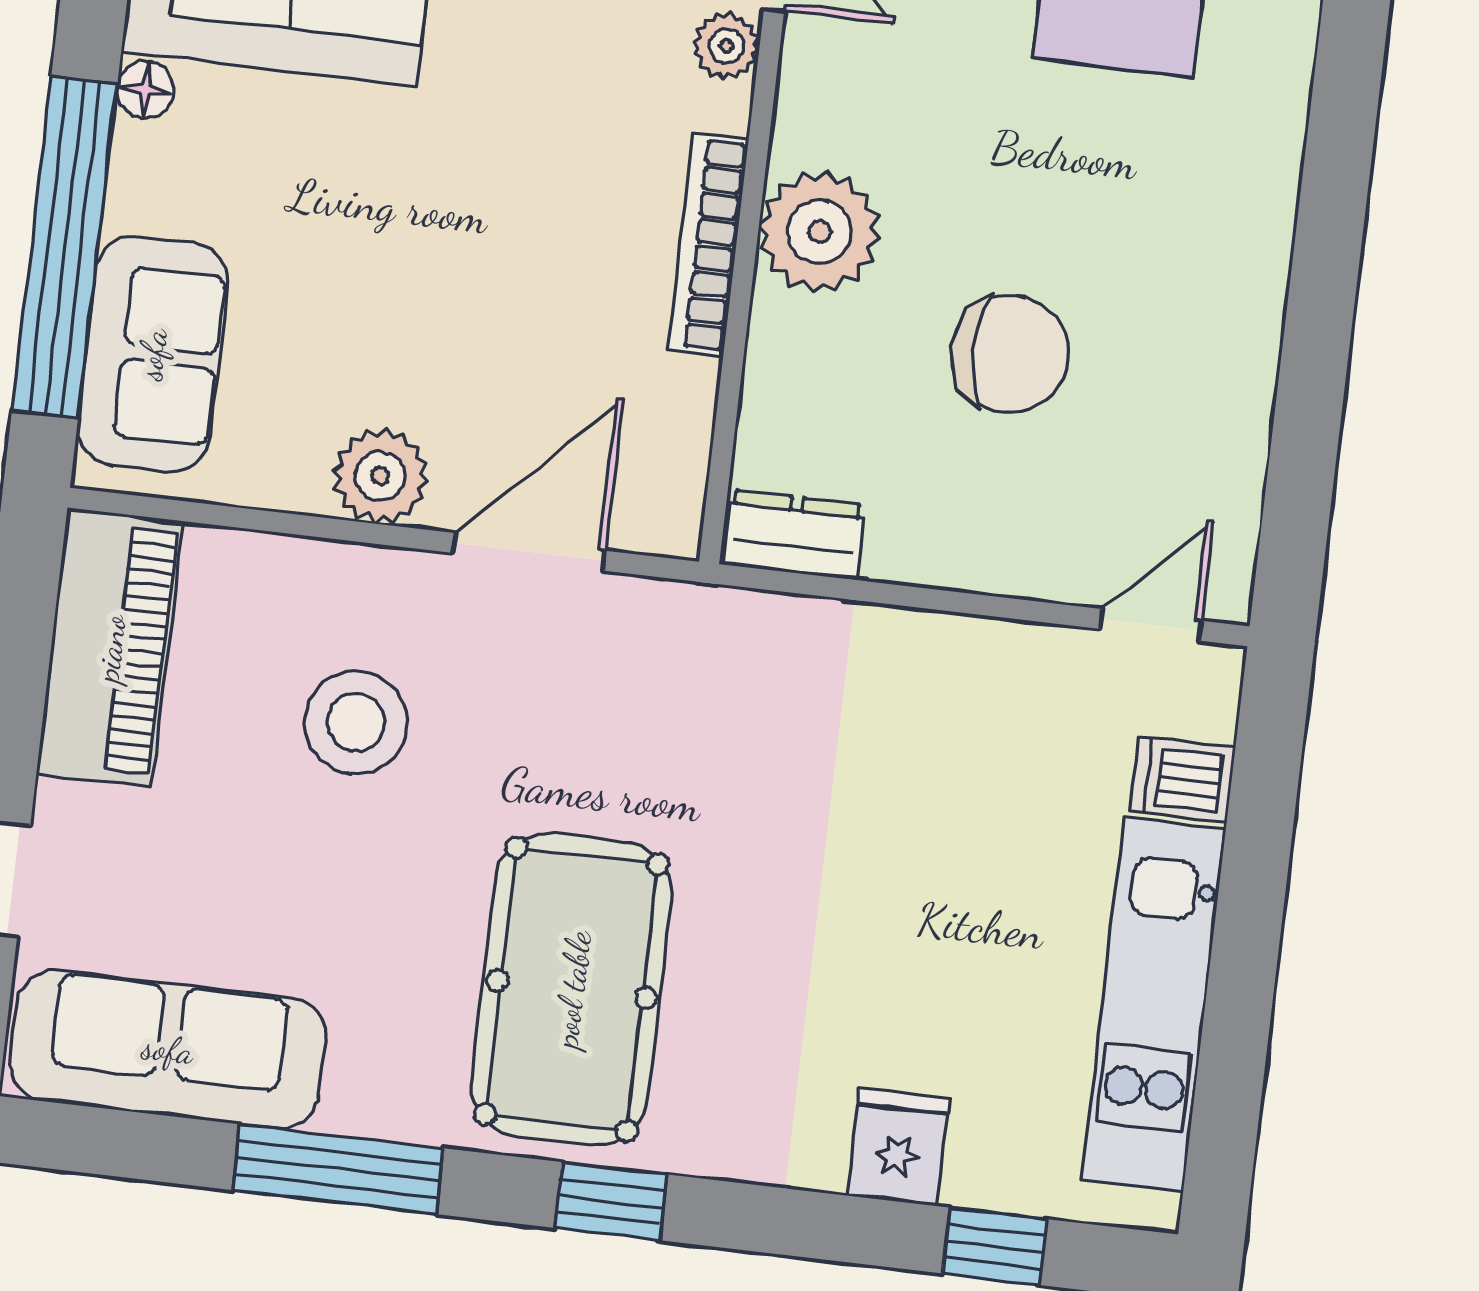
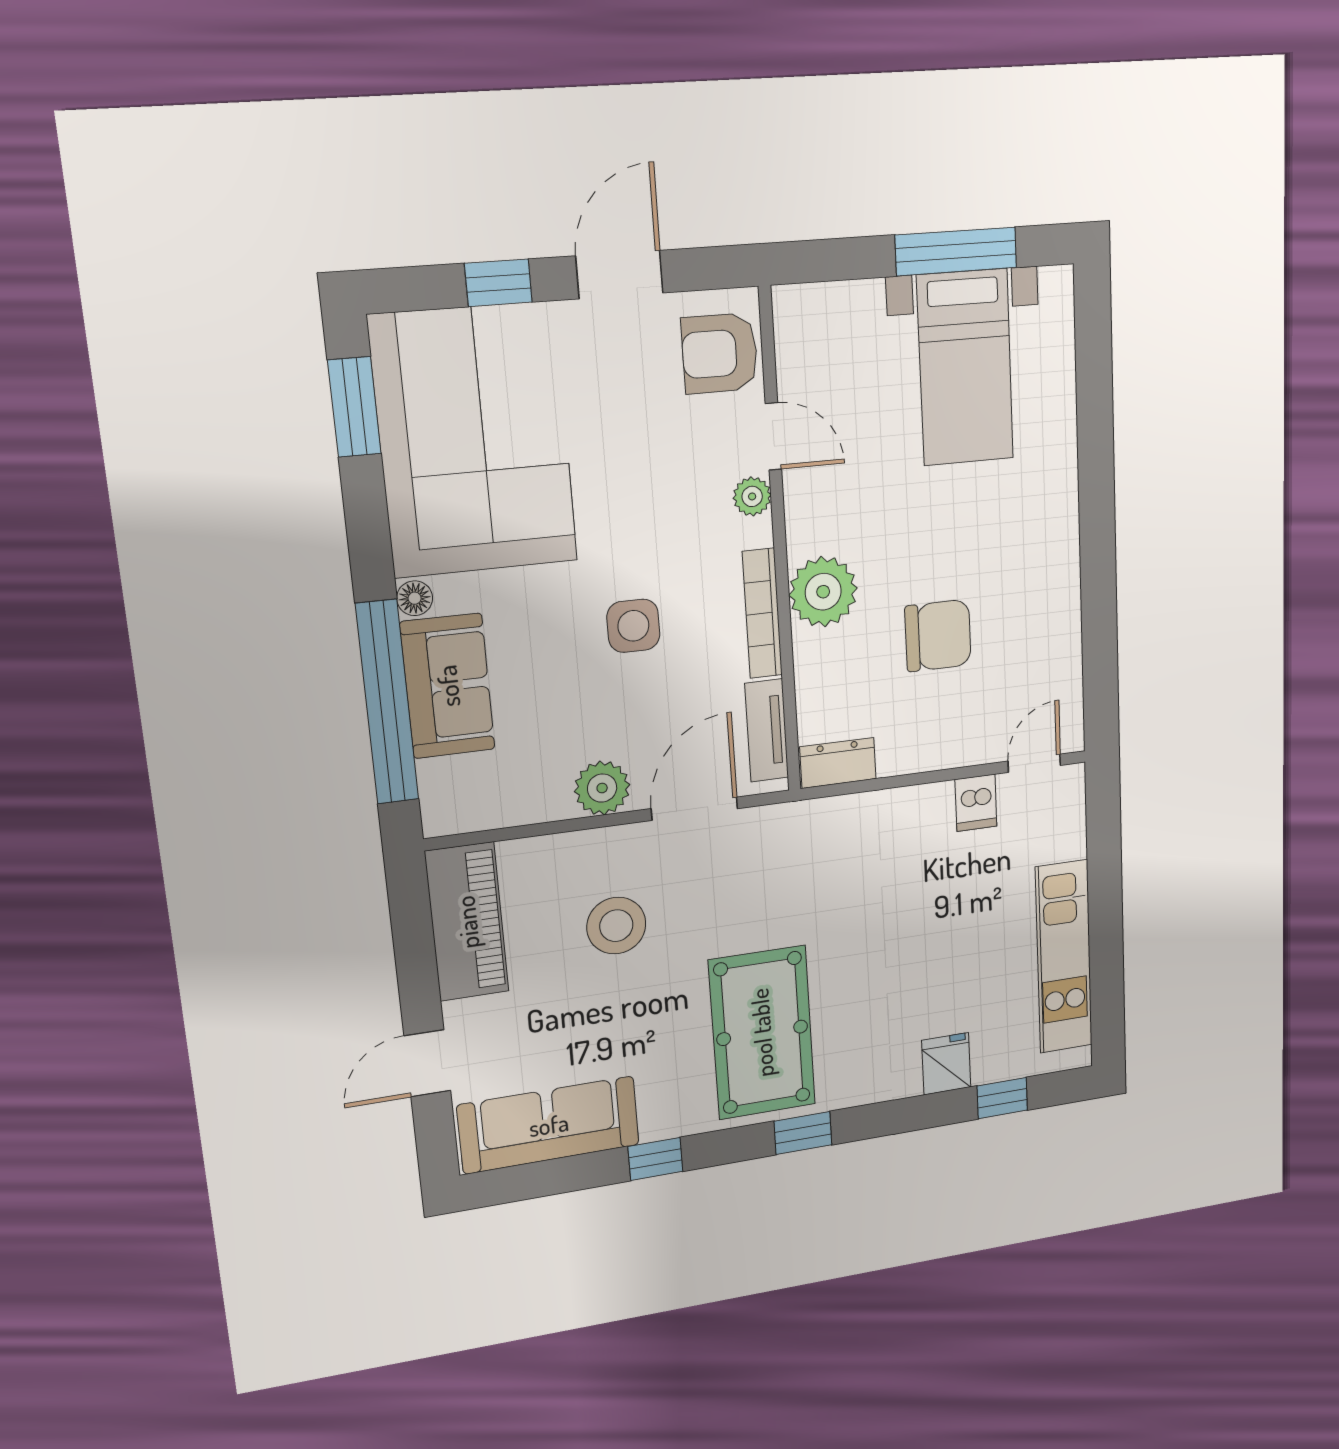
side table: (487, 215) -> (633, 626), added
sofa: (152, 354) -> (448, 686), moved
tv unit: (679, 447) -> (767, 731), added
dishwasher: (1183, 780) -> (976, 803), moved, turned -90
window: (338, 1169) -> (655, 1159), width x0.46

